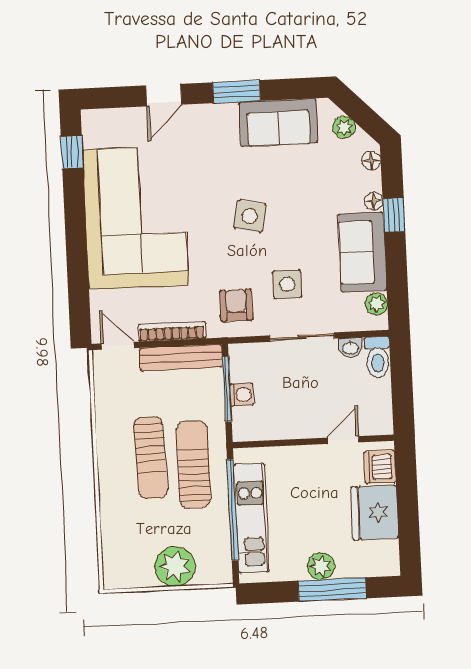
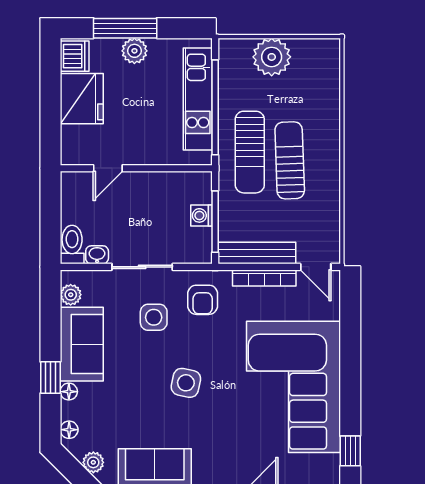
dishwasher: (380, 467) -> (75, 56), moved

